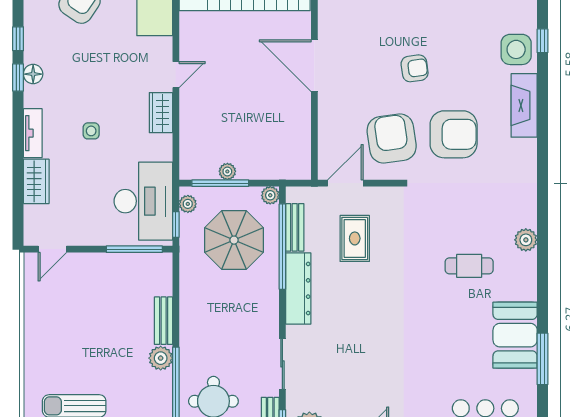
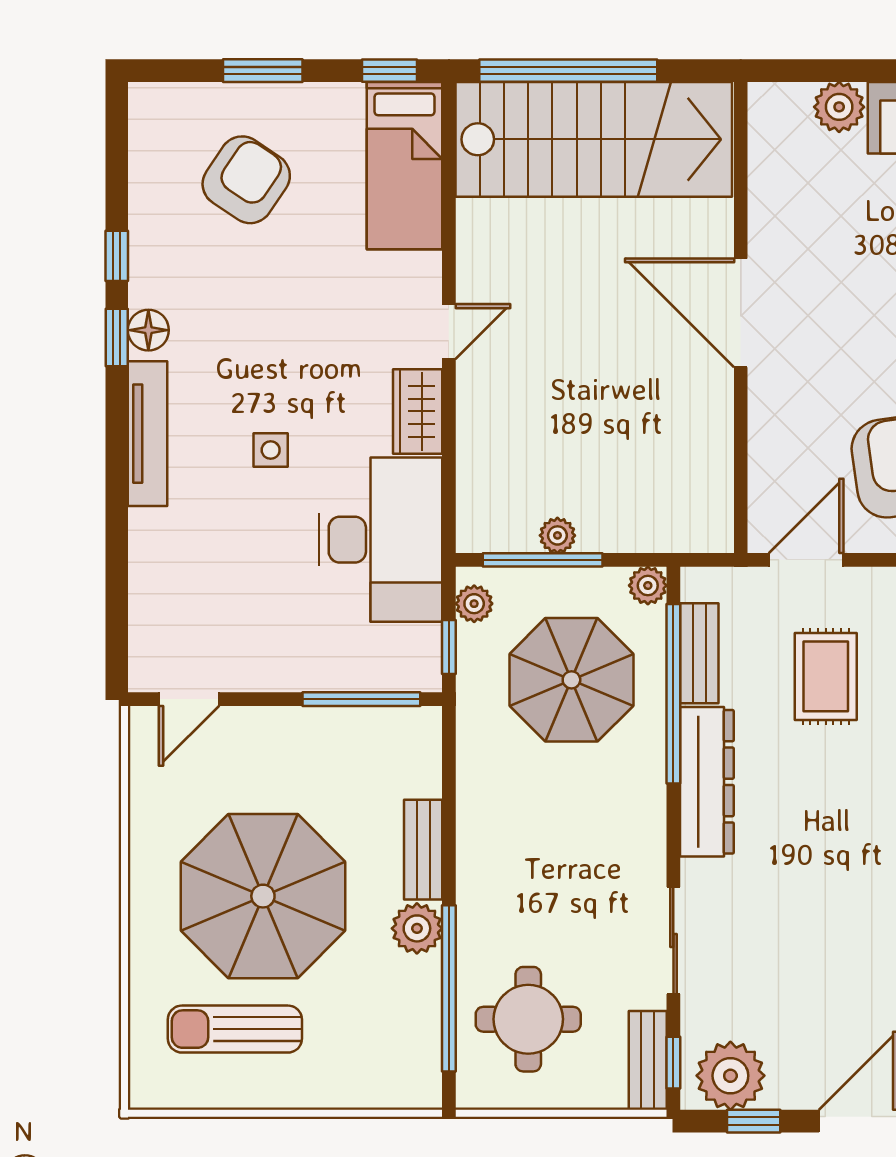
tv unit: (33, 133) -> (148, 434), width x1.41
wardrobe: (36, 181) -> (155, 556), removed
desk: (143, 201) -> (381, 540), moved
parasol: (88, 343) -> (263, 896), added

